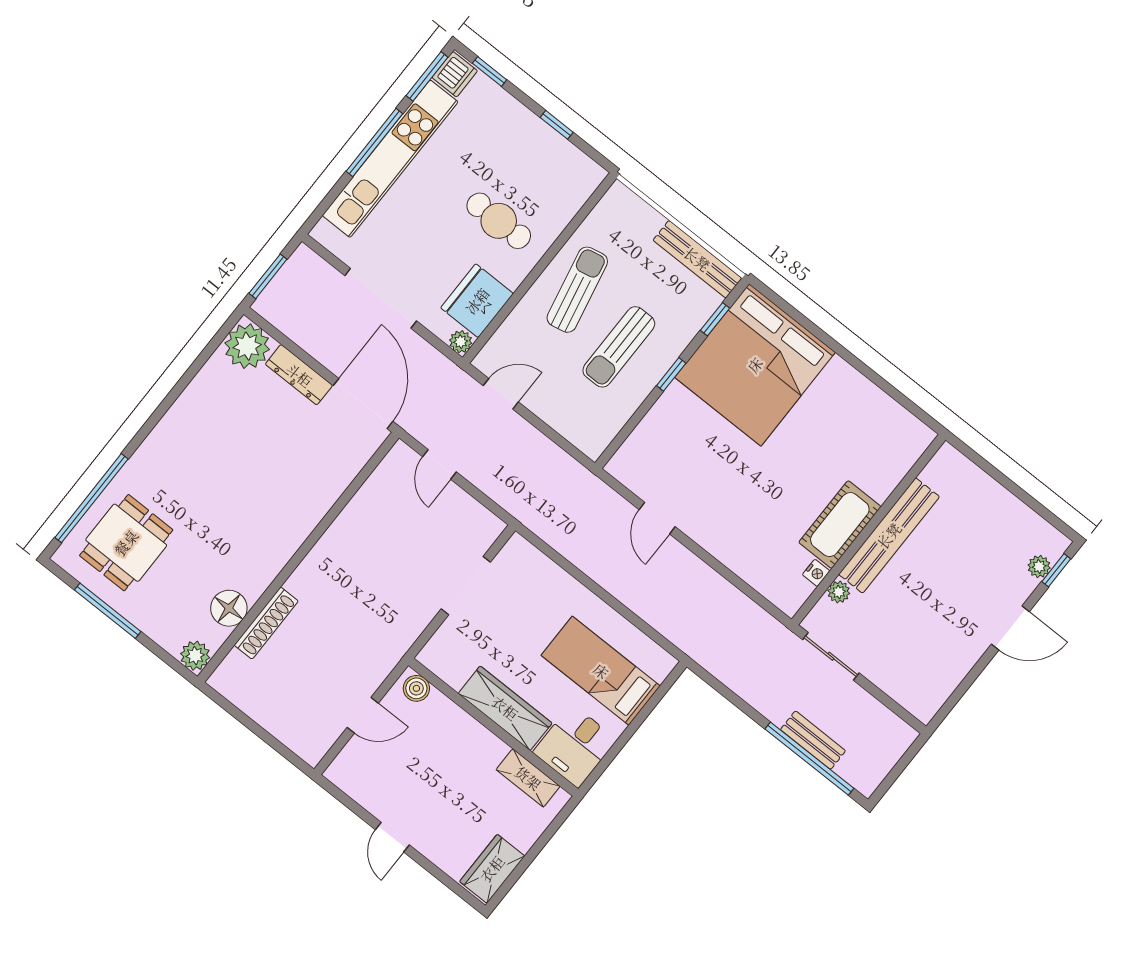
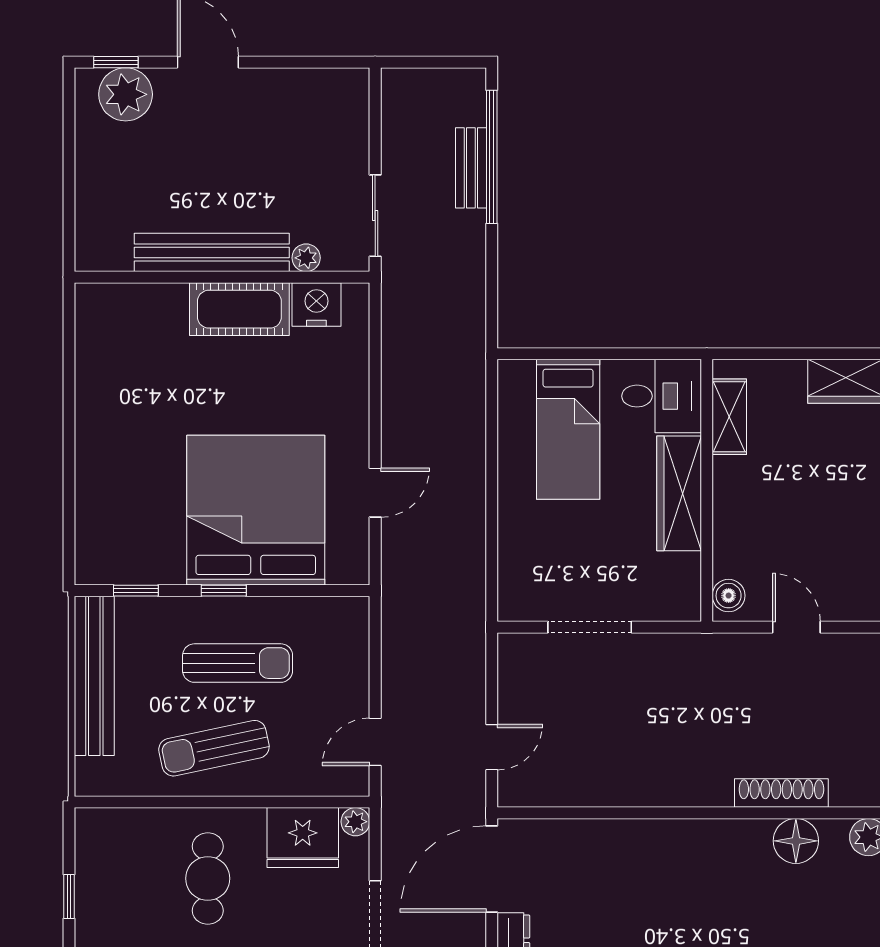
bench: (697, 259) -> (94, 676), width x1.37, depth x1.21
bed: (755, 365) -> (256, 510), moved, turned -90
door: (501, 394) -> (375, 742), hinge flipped
plant: (1039, 567) -> (126, 94), width x1.88, depth x1.88
nightstand: (816, 573) -> (316, 304), width x1.89, depth x1.79

